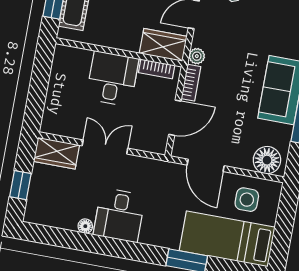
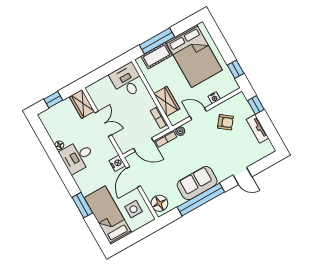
wardrobe: (163, 45) -> (167, 101), moved
desk: (112, 79) -> (127, 81), moved, turned -90
nightstand: (170, 171) -> (117, 163), added

